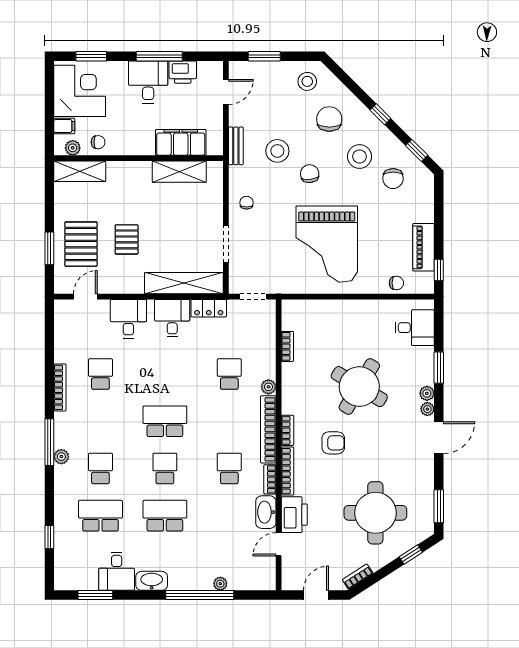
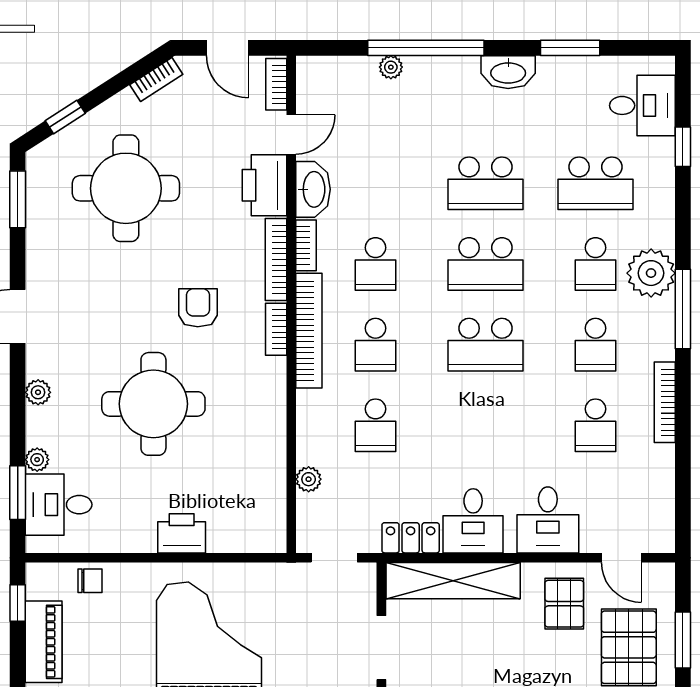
pallet: (127, 239) -> (564, 604), moved
chair: (396, 283) -> (90, 581), turned 180
door: (85, 297) -> (621, 558), hinge flipped
printer: (343, 311) -> (182, 533), added
bookcase: (287, 346) -> (276, 84), moved
window: (439, 368) -> (18, 493), moved
plant: (268, 387) -> (309, 479), moved
round table: (359, 387) -> (153, 404), turned -31
plant: (427, 409) -> (37, 460), moved
school desk: (100, 421) -> (595, 345), added
school desk: (229, 421) -> (375, 345), added
armchair: (333, 443) -> (198, 308), turned 90
plant: (61, 457) -> (651, 273), width x1.87, depth x1.87
school desk: (165, 468) -> (485, 264), width x1.85
desk: (117, 571) -> (642, 105), moved, turned 90
window: (95, 595) -> (570, 48), moved
door: (316, 595) -> (227, 48), hinge flipped

